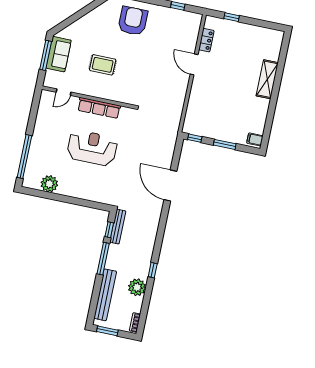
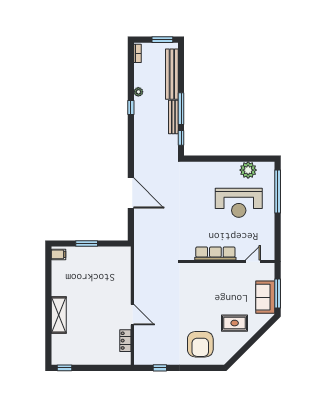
window: (232, 17) -> (65, 368), moved
rug: (103, 65) -> (235, 323), moved
window: (195, 138) -> (117, 244), removed
reception desk: (92, 148) -> (239, 203), moved
bench: (118, 227) -> (173, 117), moved
plant: (137, 287) -> (138, 92), width x0.53, depth x0.53

